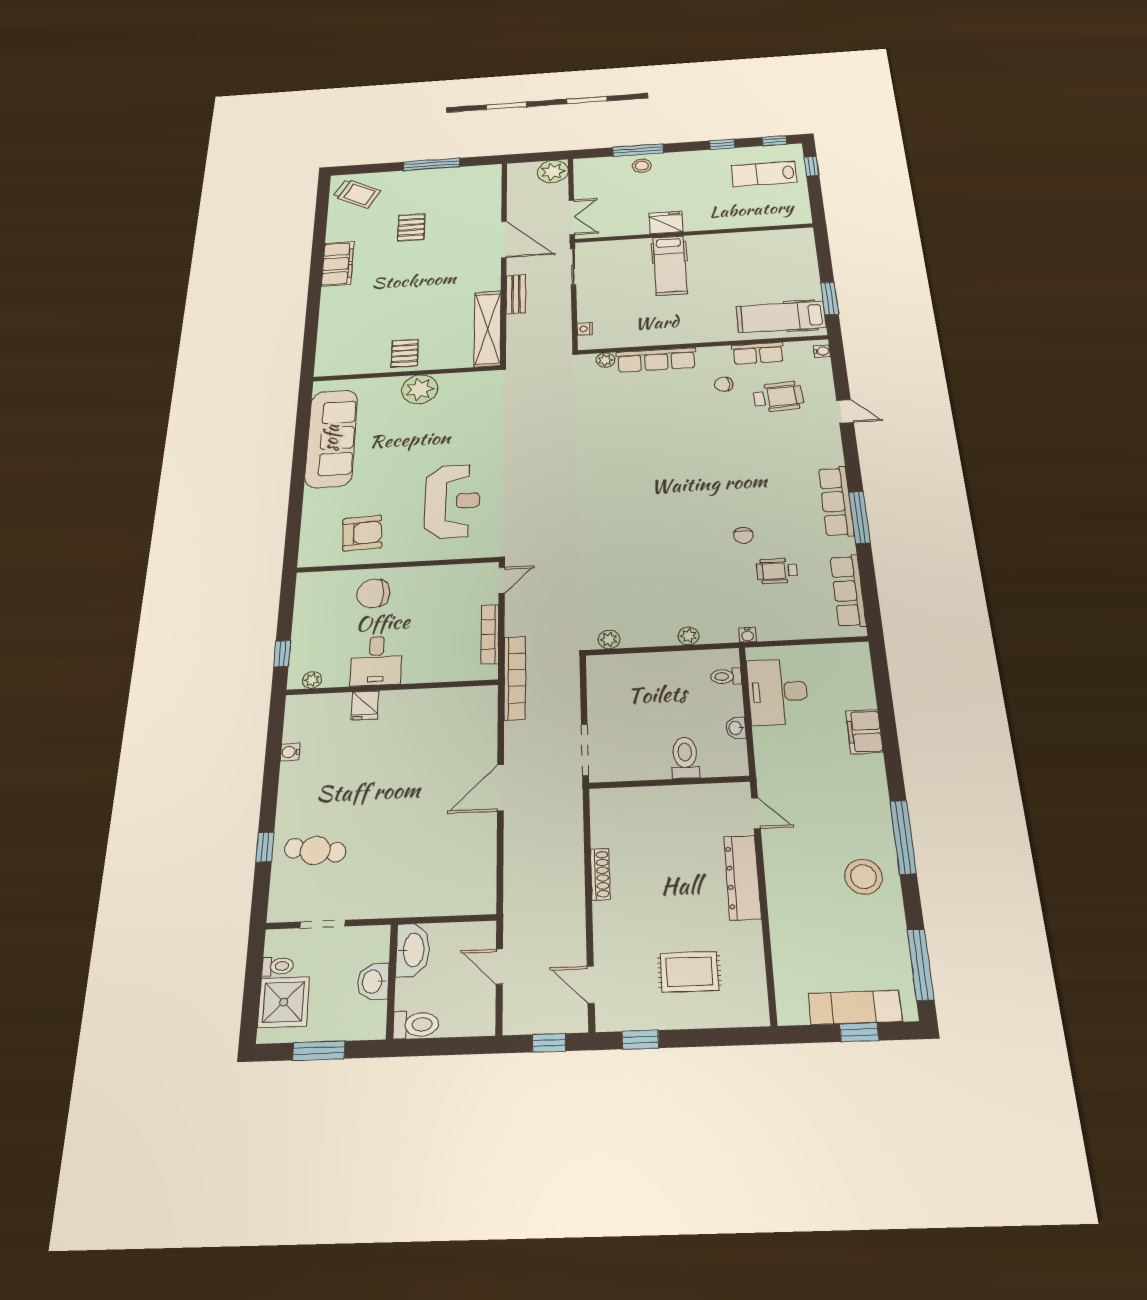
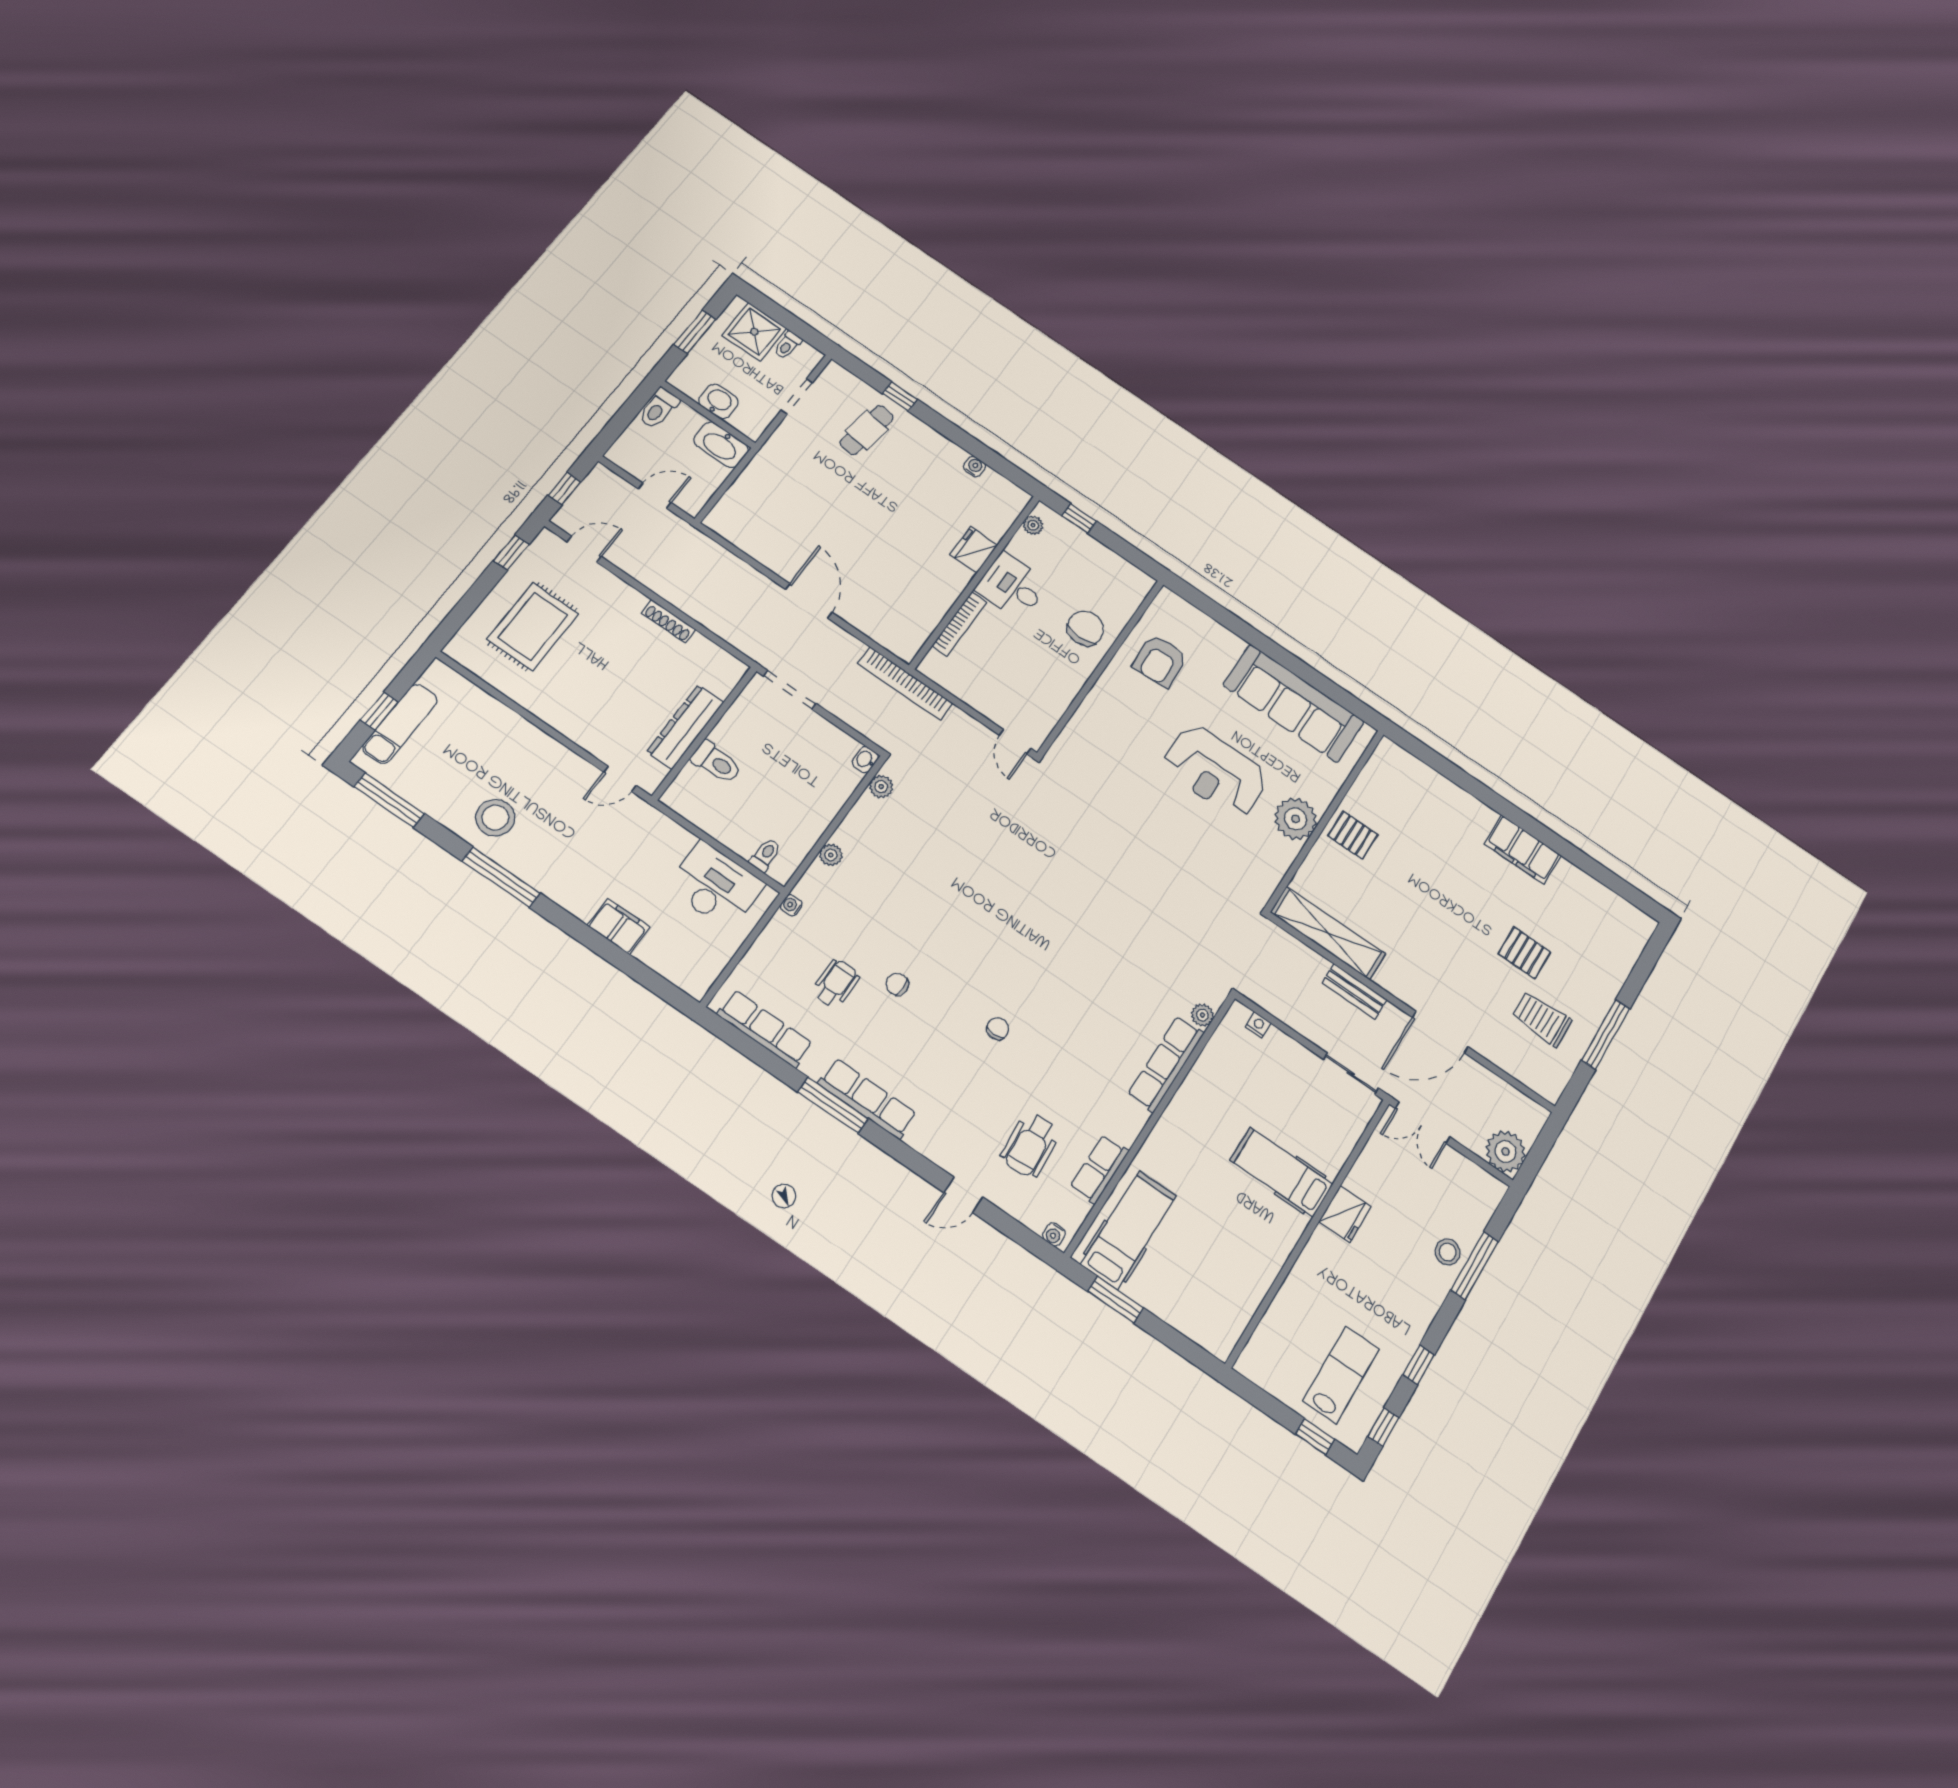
trolley: (357, 194) -> (1542, 1019), moved, turned 62
chair: (724, 384) -> (998, 1029), moved
reception desk: (452, 501) -> (1215, 771), moved
bookcase: (490, 634) -> (959, 624), moved, turned 90
fridge: (365, 705) -> (974, 550), width x1.38
washbasin: (736, 728) -> (865, 760), moved, turned -90
dresser: (742, 877) -> (685, 727), moved, turned -90
rug: (689, 972) -> (533, 626), width x1.36, depth x1.43

